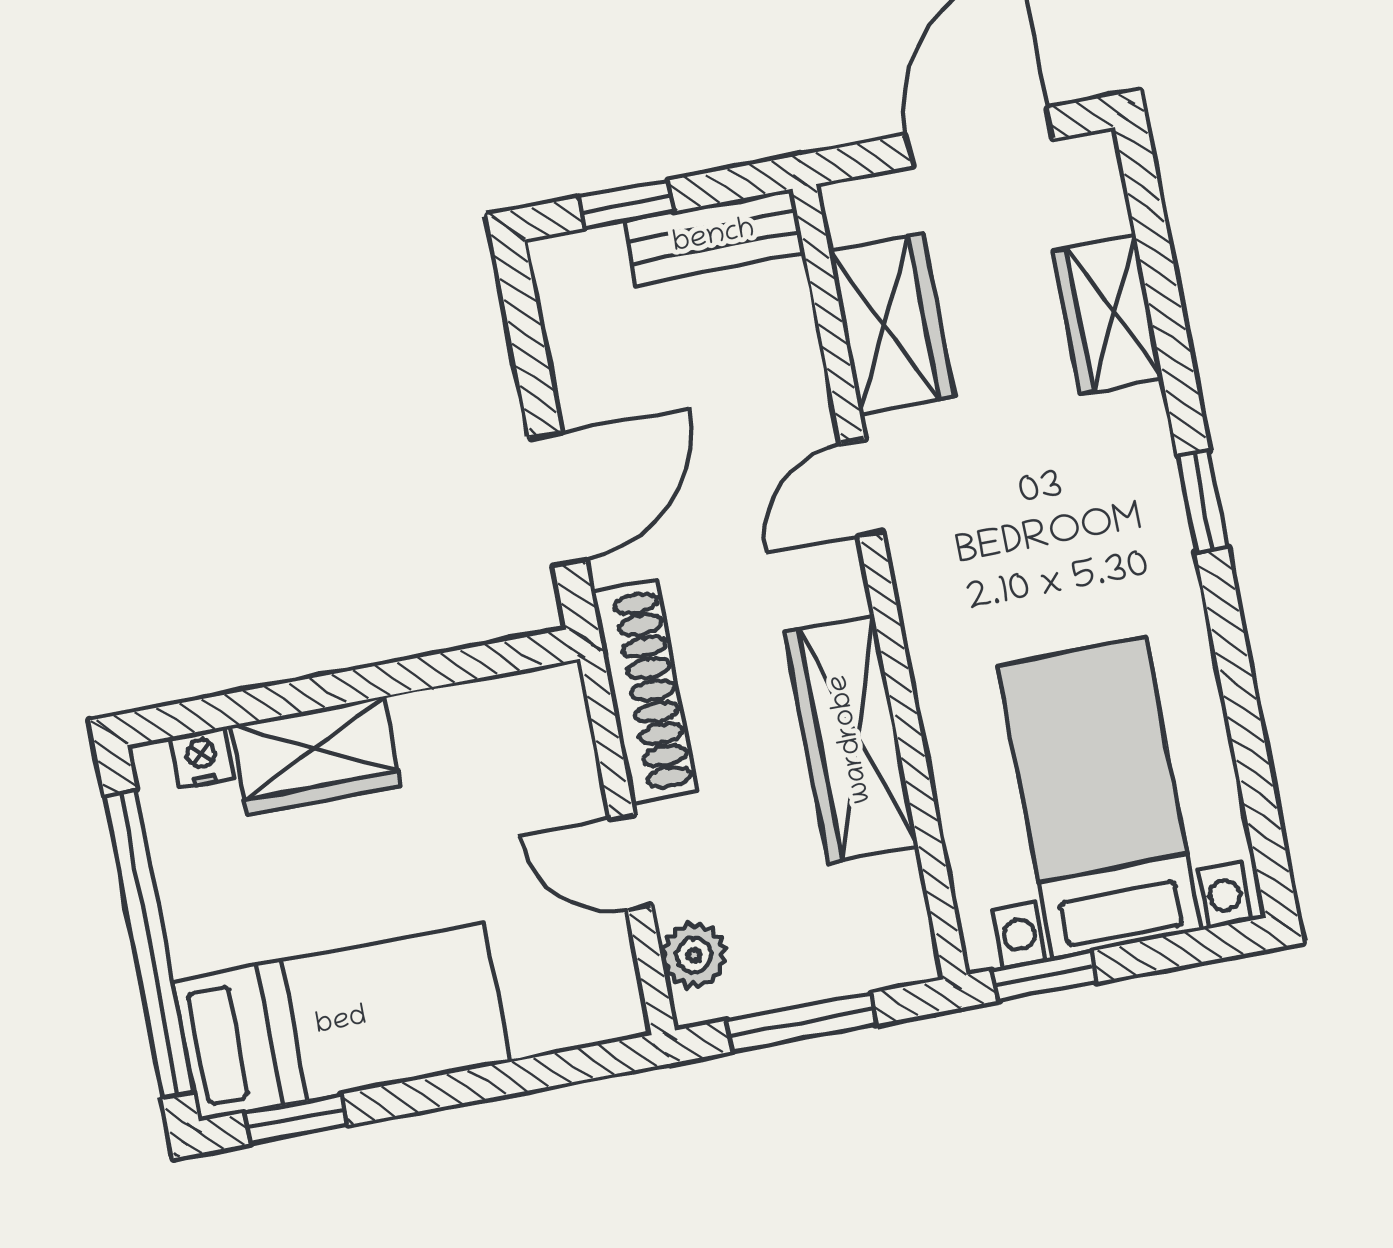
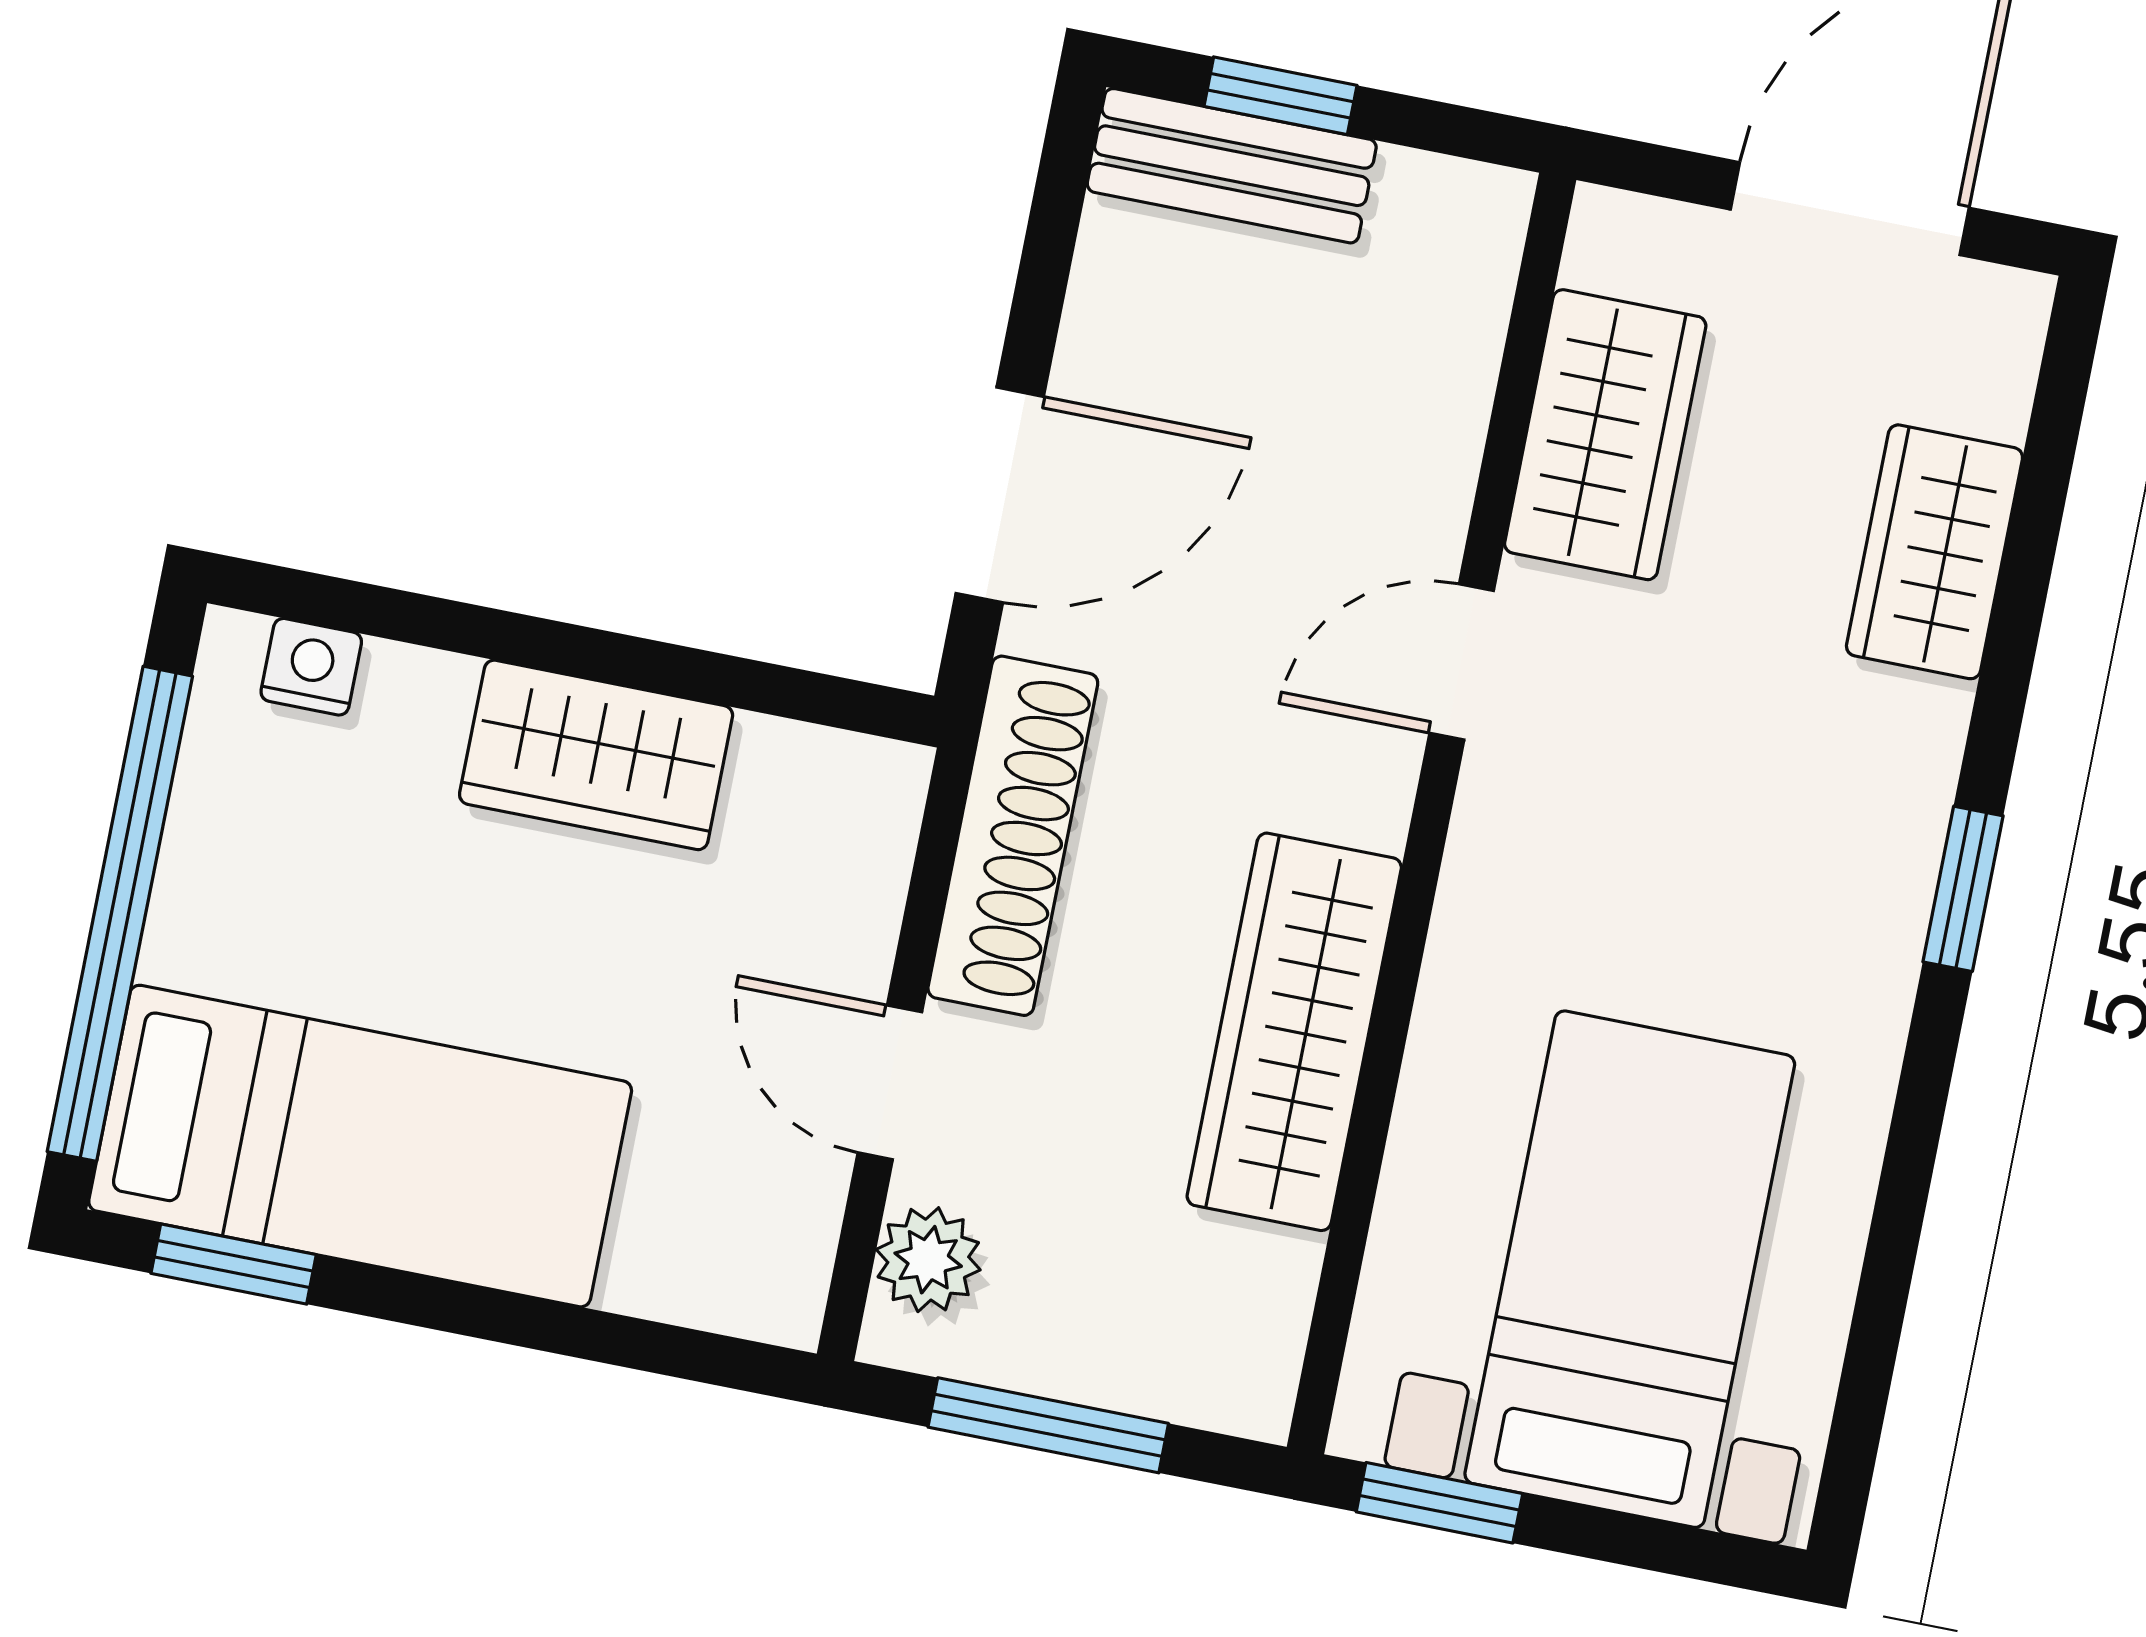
bench: (714, 237) -> (1232, 166), moved
wardrobe: (316, 756) -> (596, 755), moved

